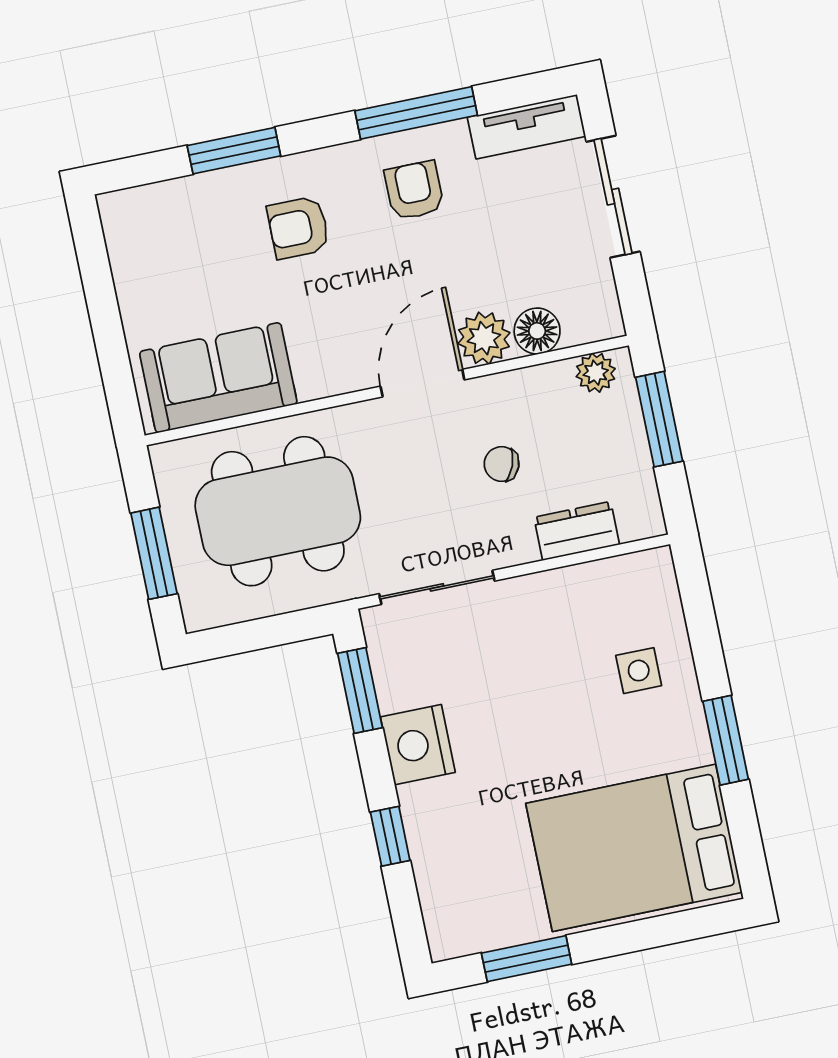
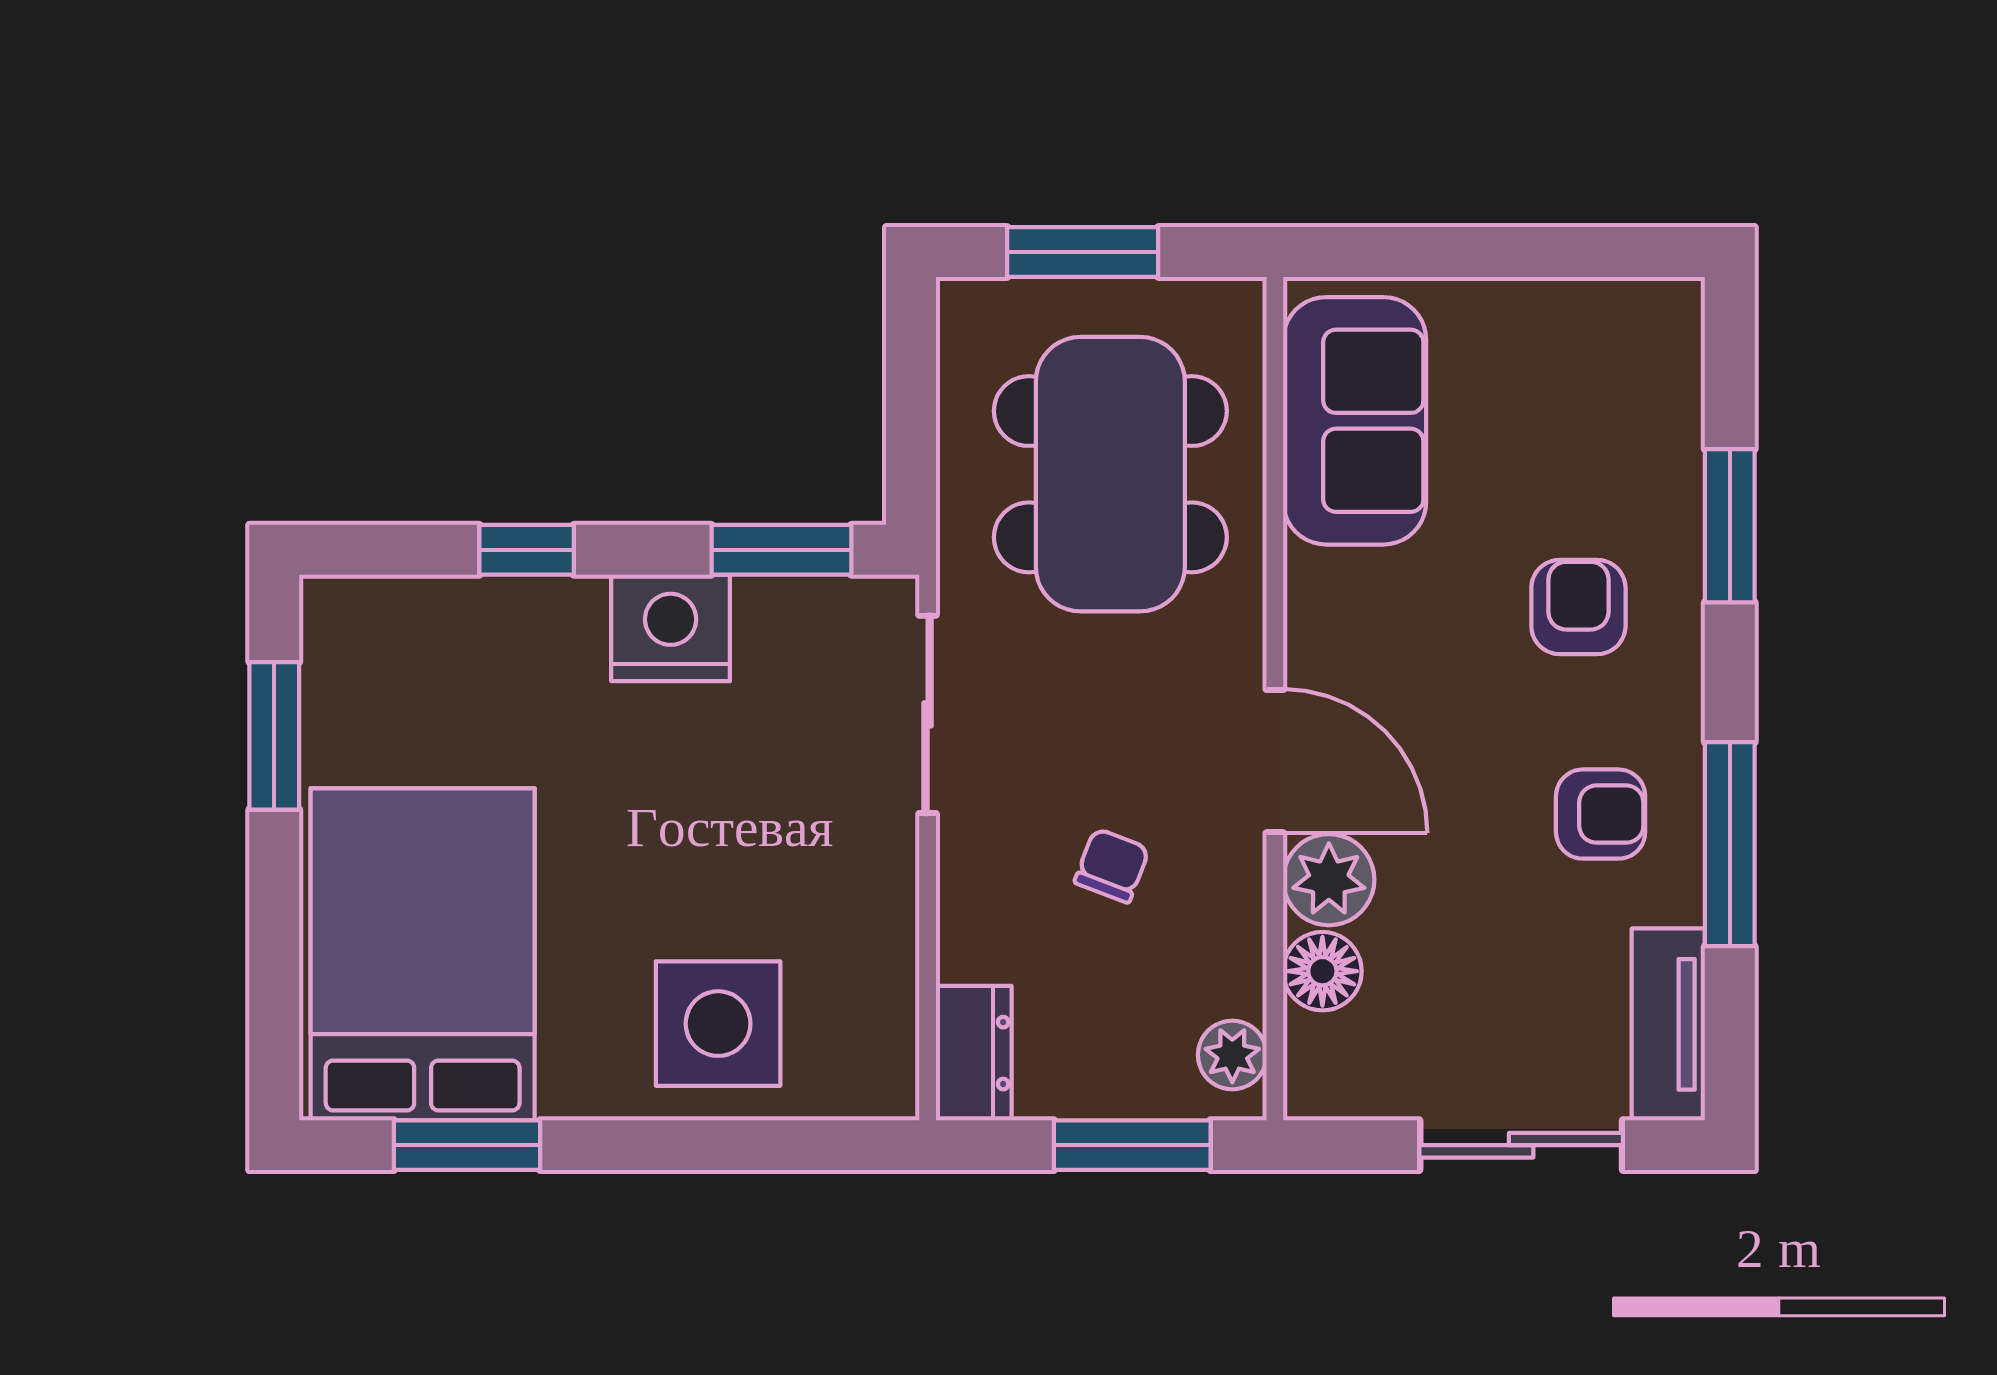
dresser: (577, 531) -> (974, 1053), moved
side table: (639, 671) -> (718, 1024), width x1.87, depth x1.87
window: (726, 740) -> (467, 1145), moved

